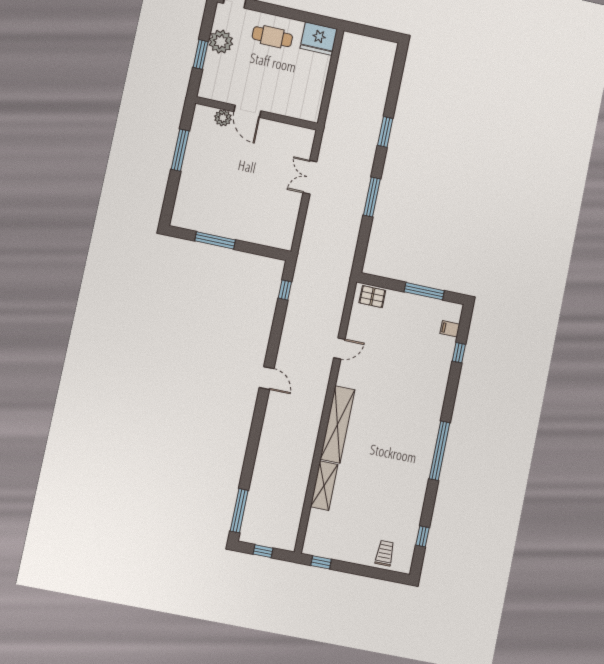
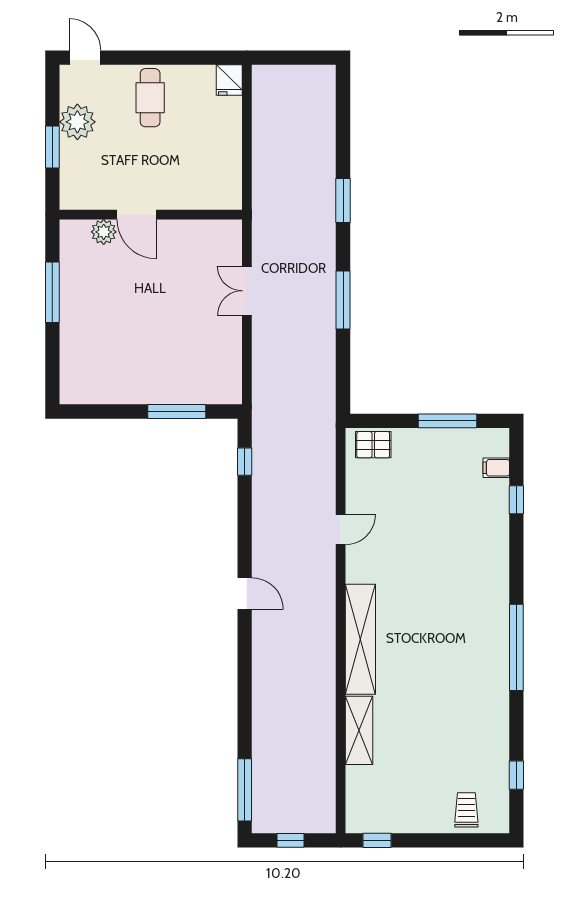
cafe table: (272, 37) -> (150, 98), turned 90
fridge: (319, 39) -> (229, 80), width x0.53, depth x0.75
window: (215, 240) -> (177, 411), moved

